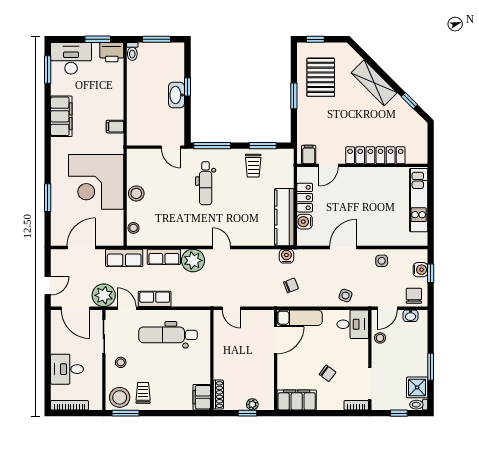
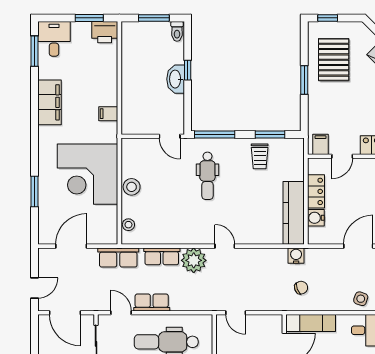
toilet: (132, 51) -> (177, 31), moved
desk: (71, 58) -> (54, 39), width x0.73
plant: (104, 295) -> (96, 298), removed

